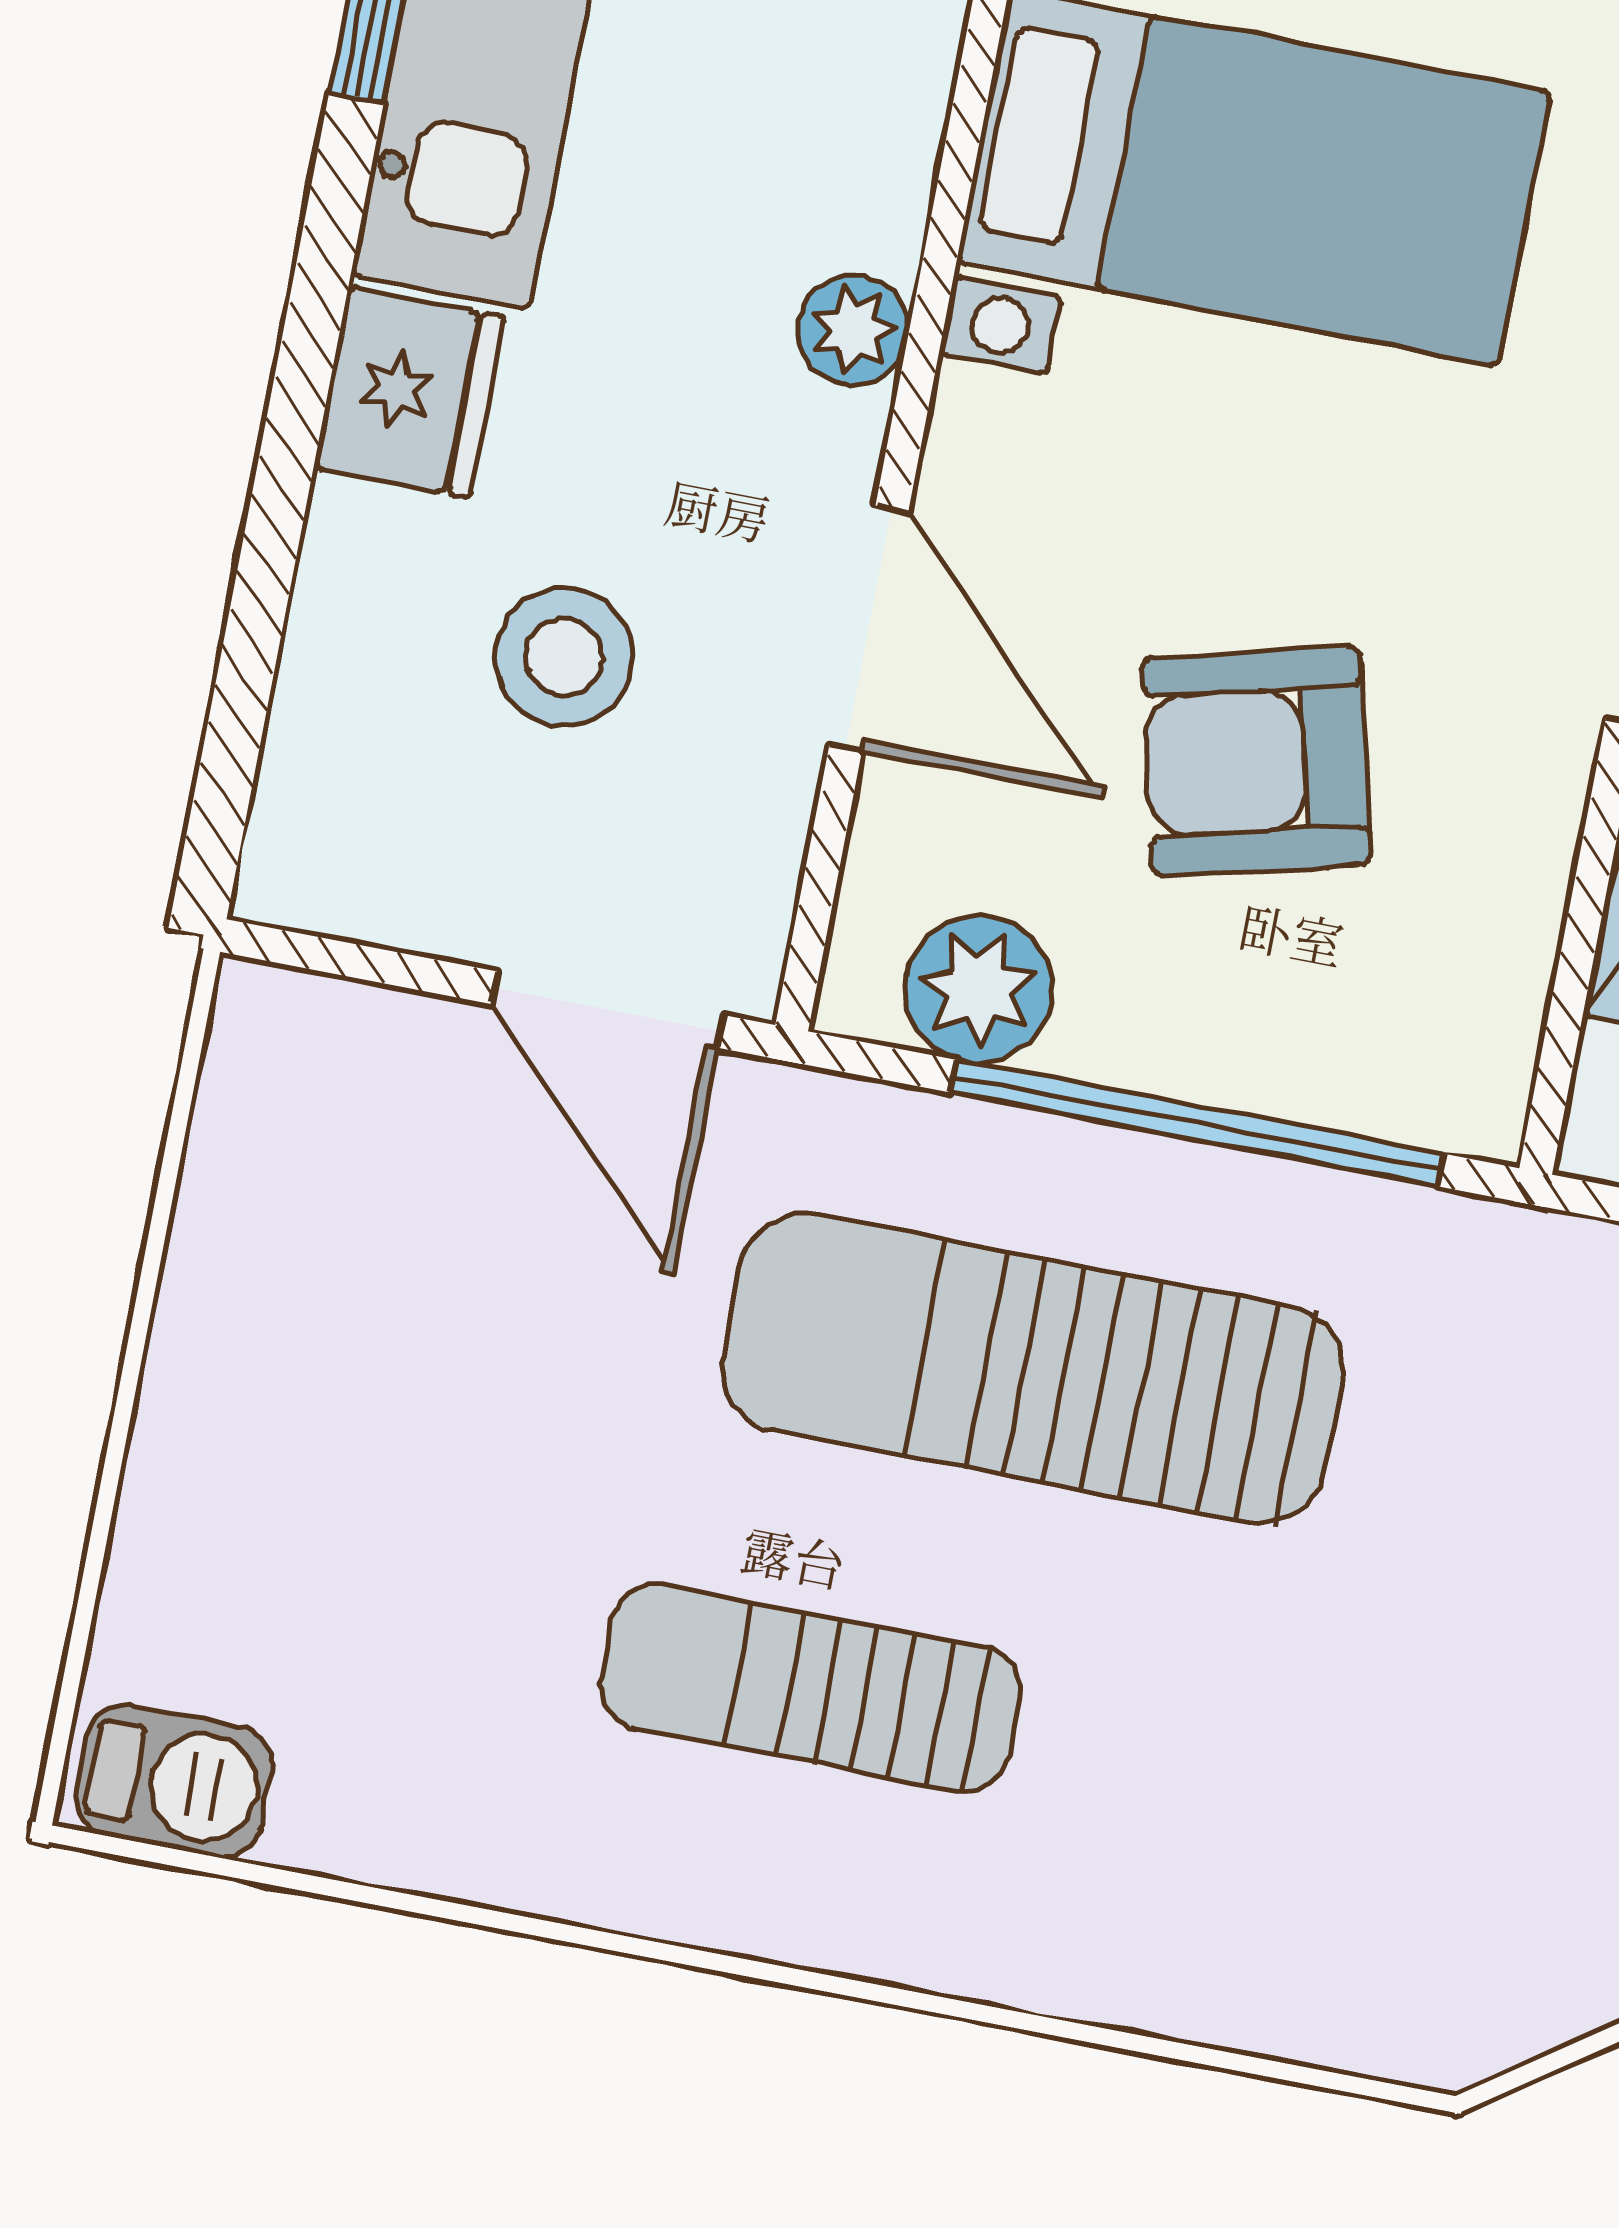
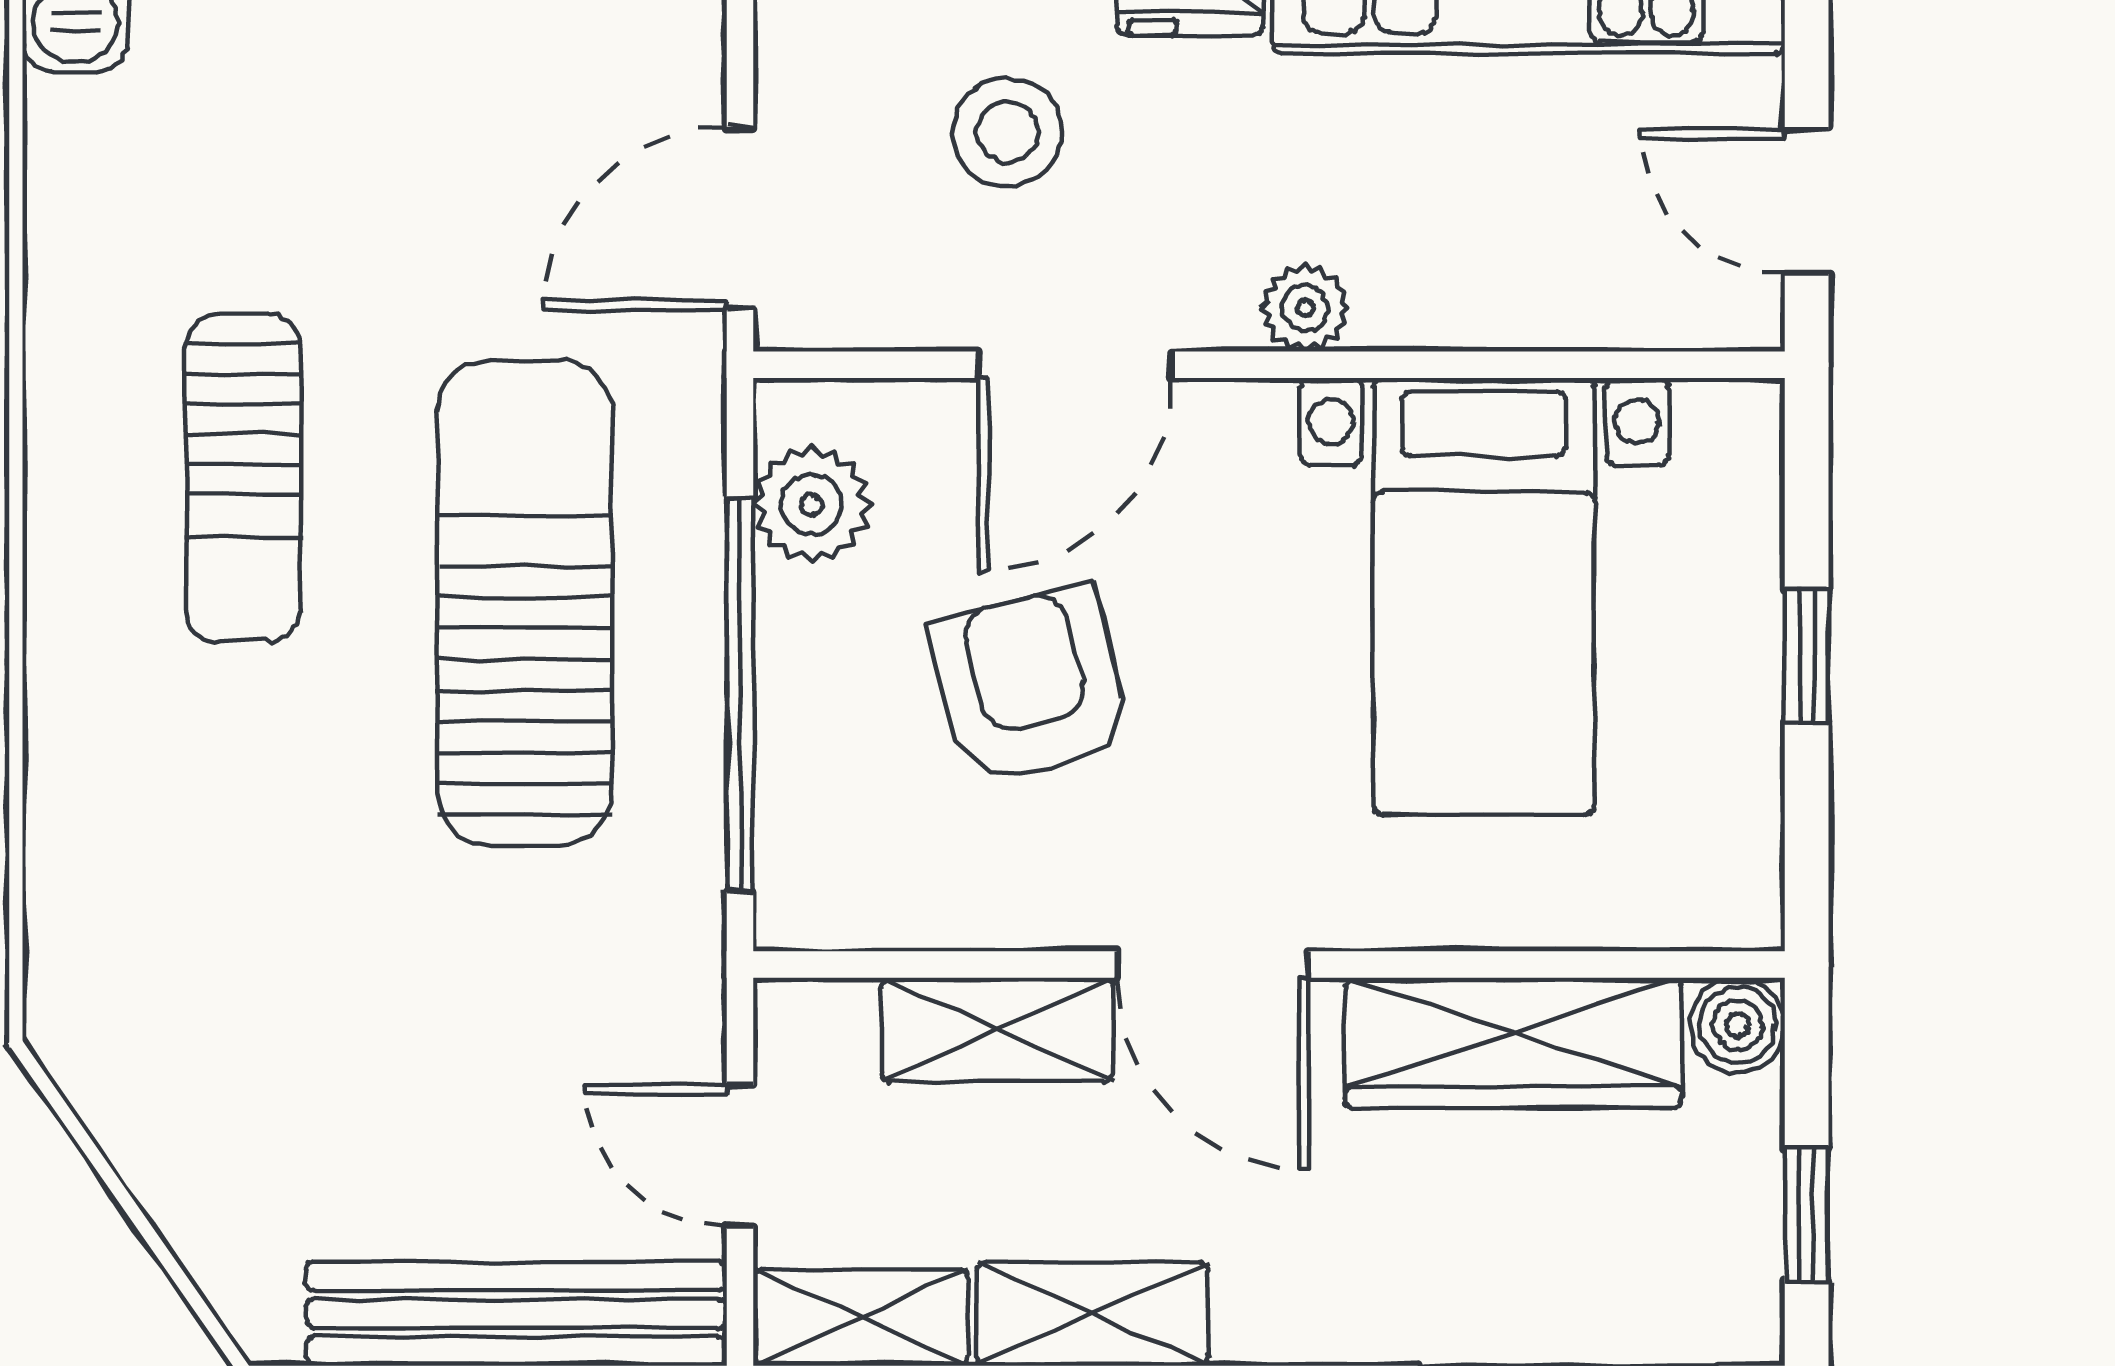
sun lounger: (811, 1688) -> (243, 478), turned 180

